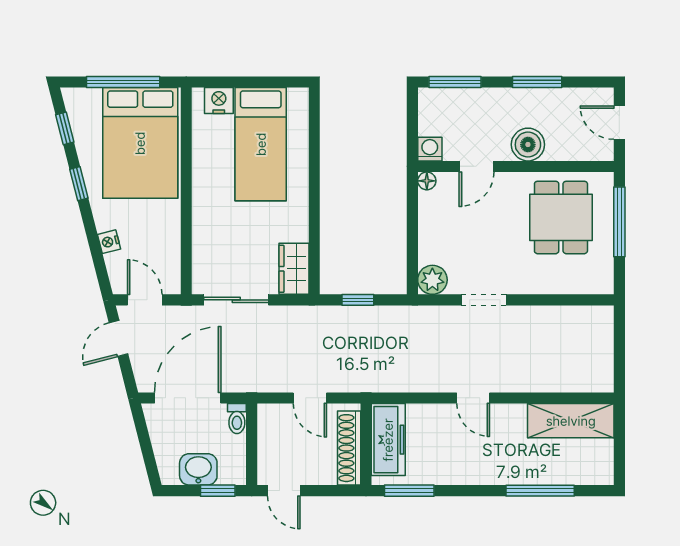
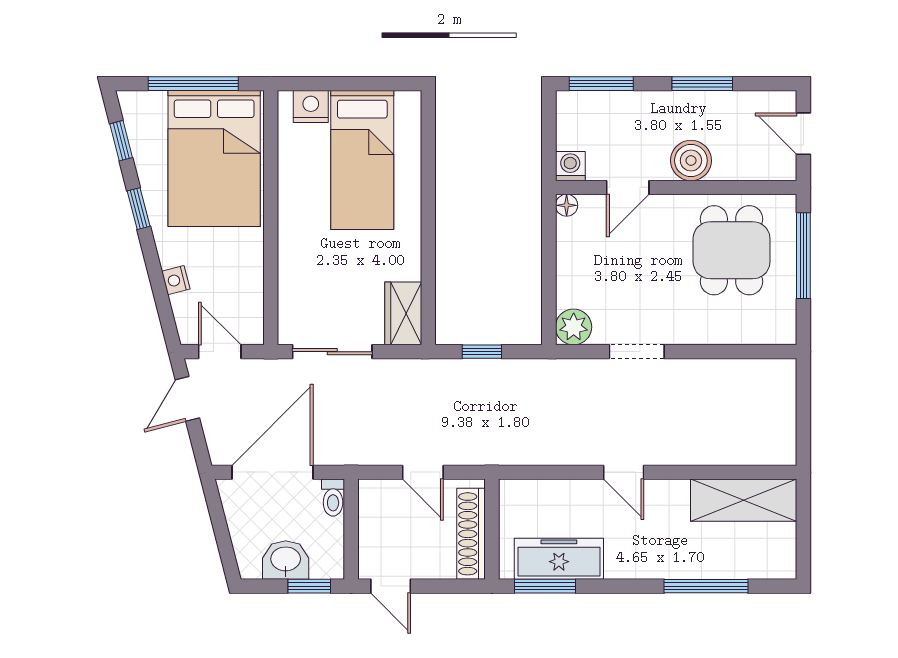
freezer: (388, 440) -> (559, 559), moved, turned -90

